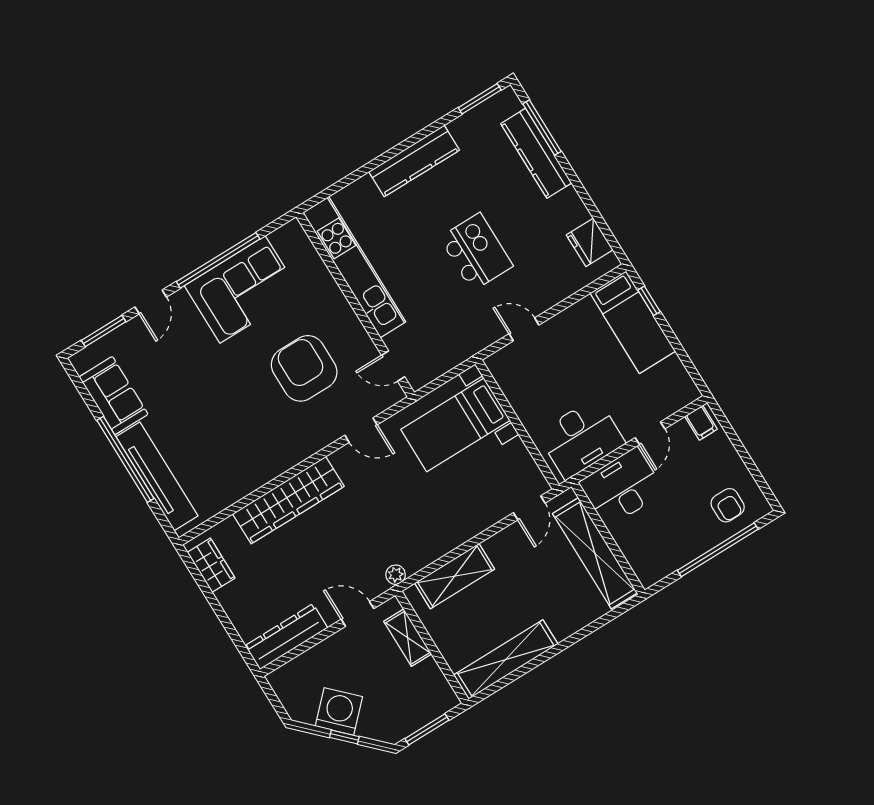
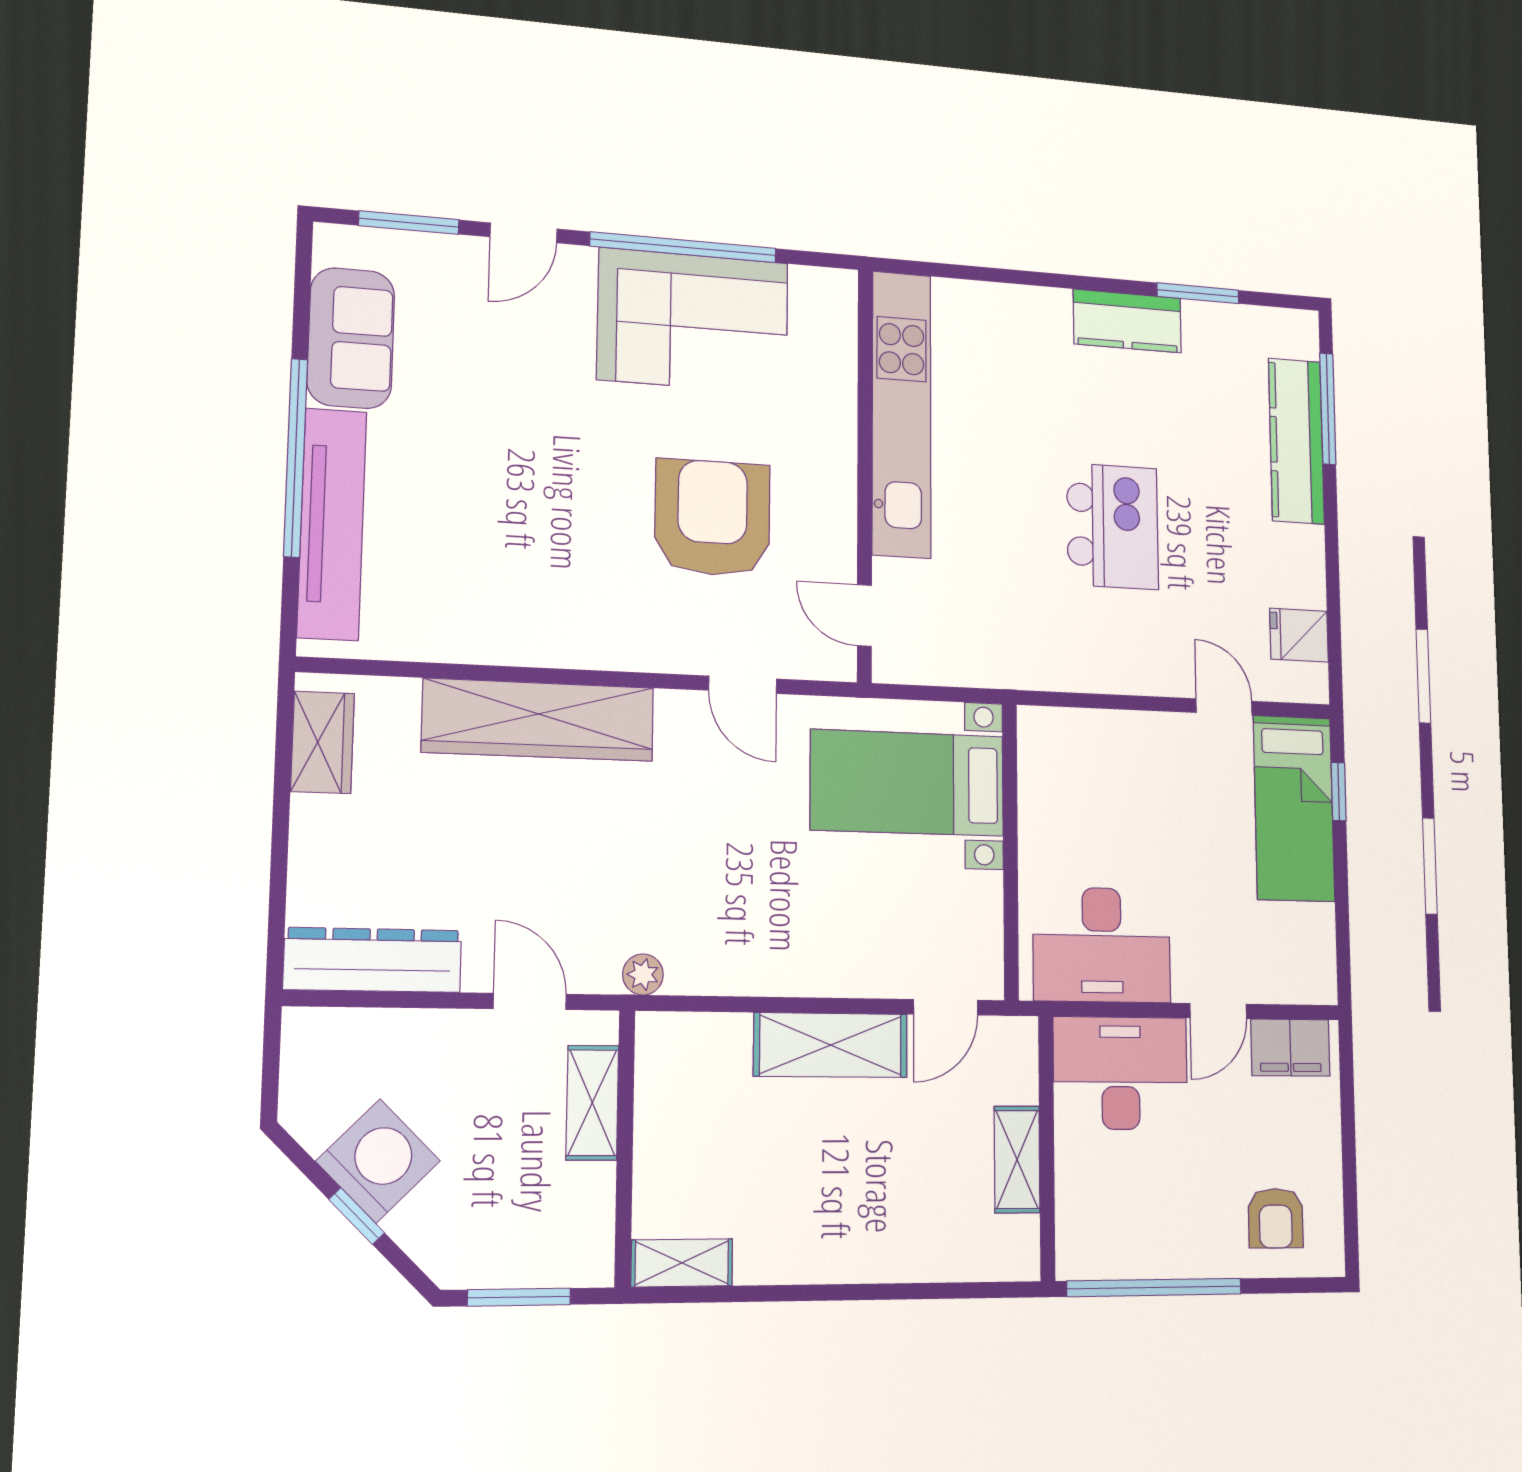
window: (480, 99) -> (1198, 293), moved
kitchen counter: (414, 161) -> (1127, 321), width x0.67
fridge: (590, 242) -> (1299, 635), width x0.72
door: (524, 329) -> (1224, 707), moved
filing cabinet: (701, 423) -> (1290, 1048), width x2.00
window: (718, 550) -> (1154, 1287), moved
shelving: (595, 553) -> (1017, 1159), width x0.45, depth x0.75
shelving: (455, 576) -> (831, 1045), moved
shelving: (506, 659) -> (682, 1263), width x0.45, depth x0.75

